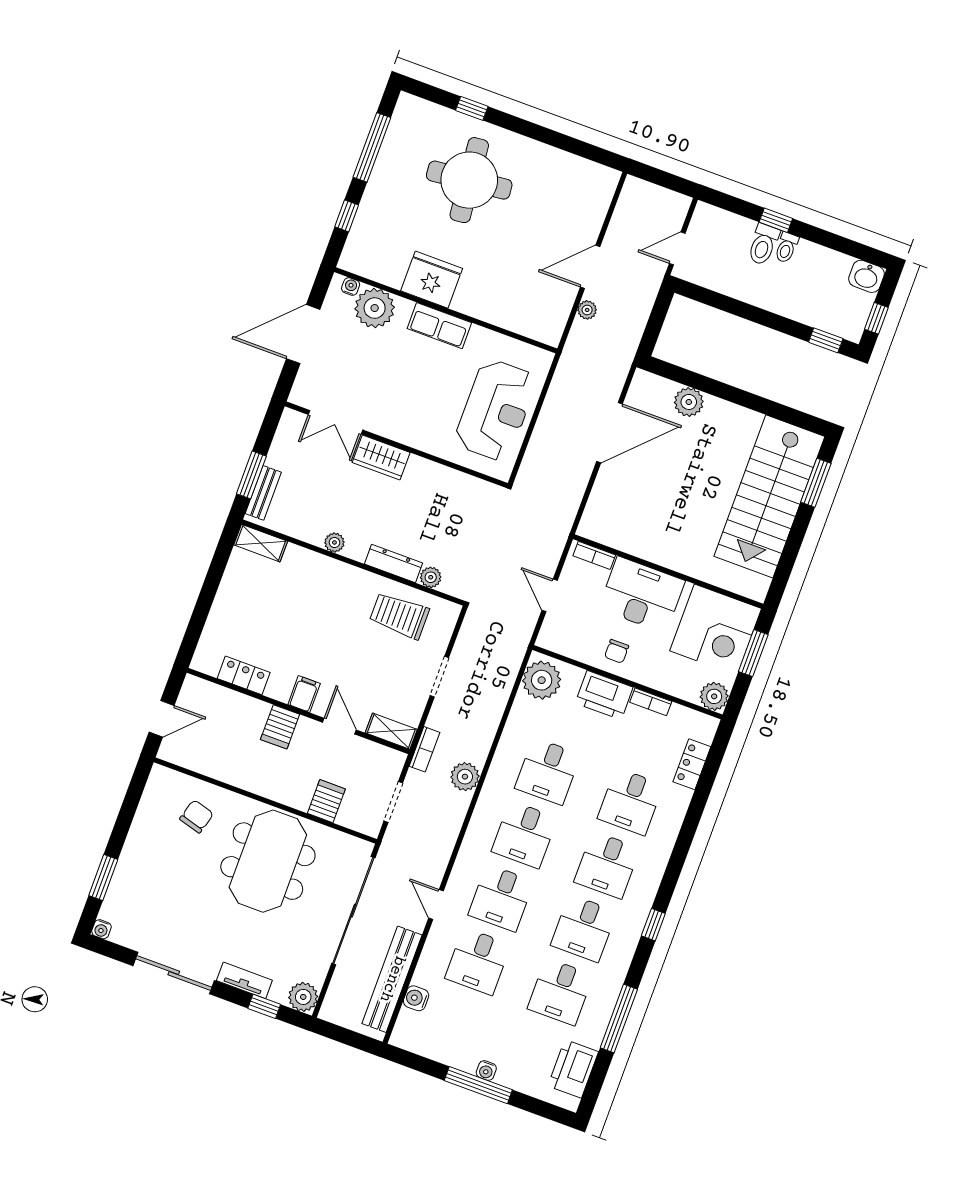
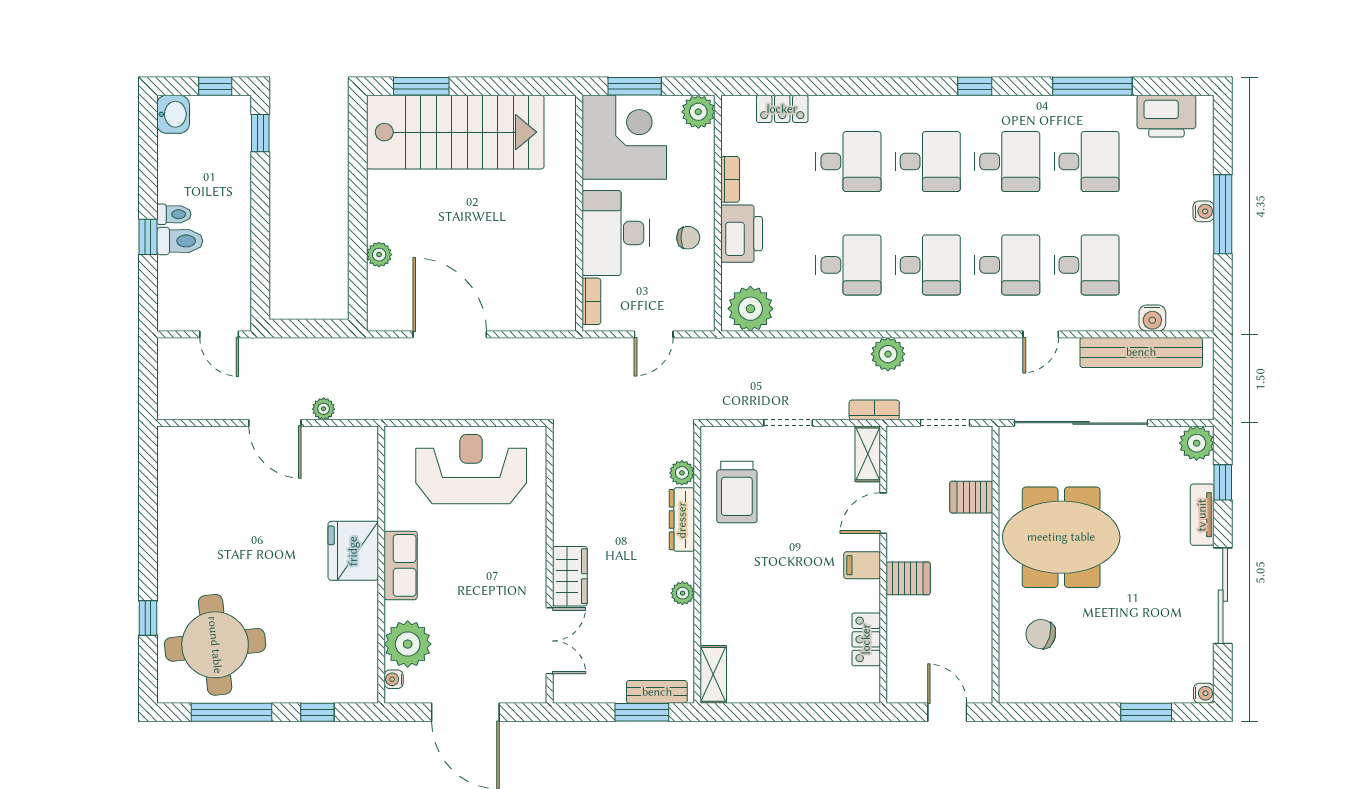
round table: (469, 180) -> (215, 645), moved
fridge: (432, 280) -> (353, 551), moved
plant: (689, 402) -> (379, 255), width x0.73, depth x0.73

